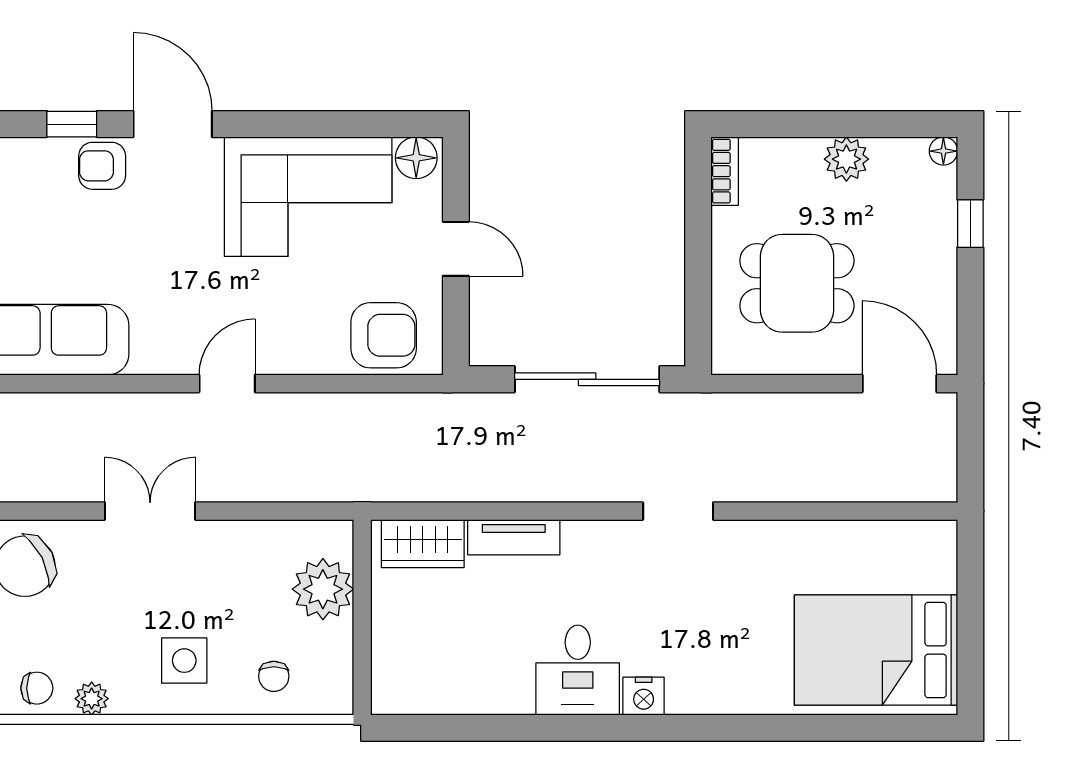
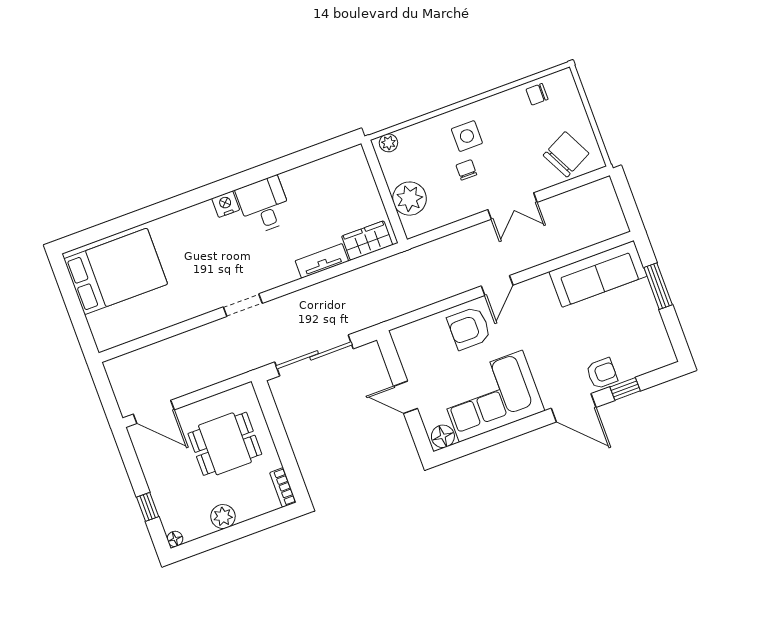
armchair: (384, 335) -> (469, 328), moved
chair: (274, 676) -> (466, 170), moved
plant: (92, 699) -> (388, 143), moved

